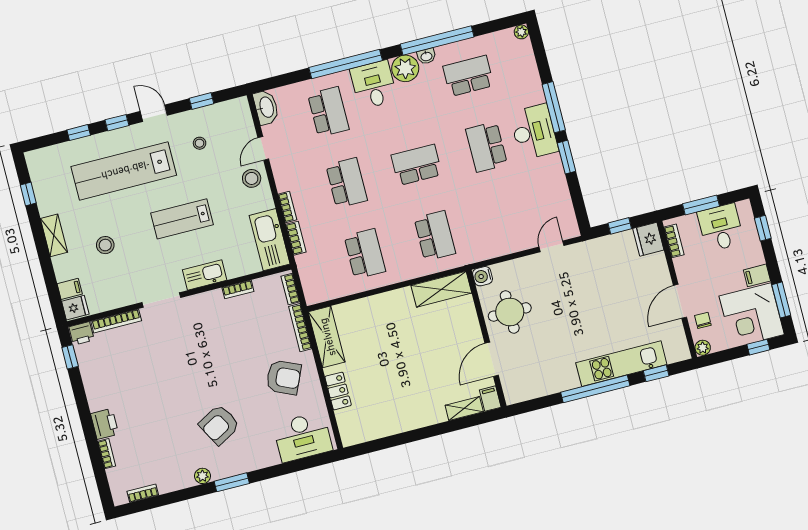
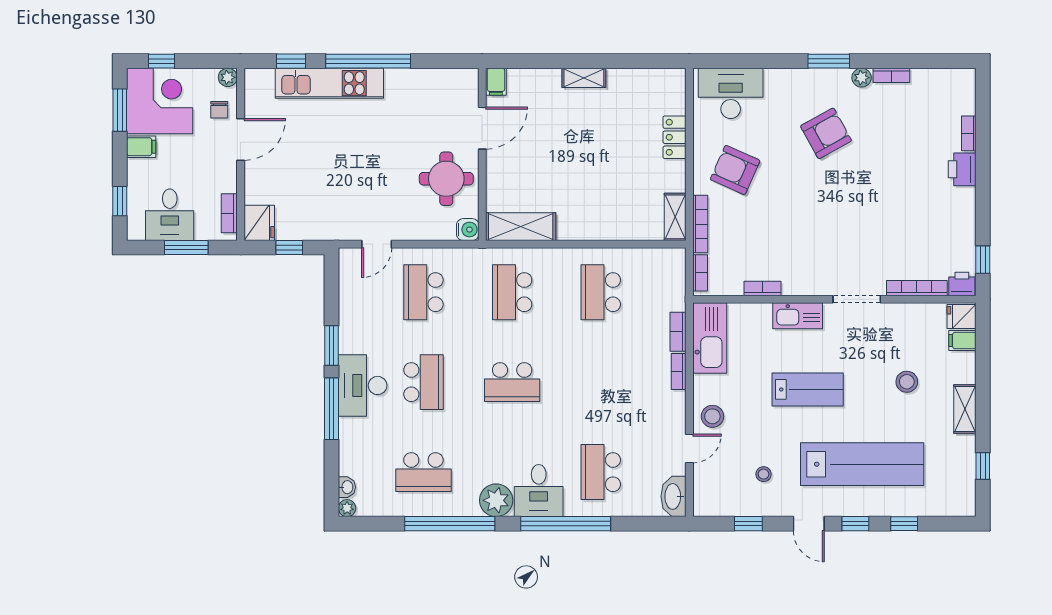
washbasin: (426, 56) -> (347, 487), moved, turned 90
school desk: (347, 183) -> (423, 292), moved
shelving: (327, 337) -> (675, 217), width x0.67, depth x0.75
shelving: (464, 409) -> (584, 78), moved
bookcase: (143, 493) -> (891, 75), moved

